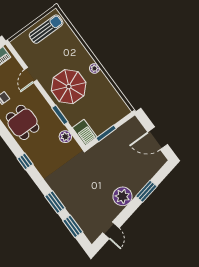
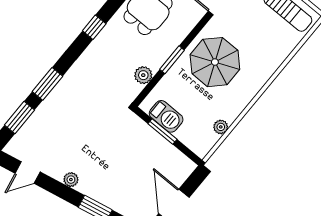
plant: (94, 68) -> (221, 127), moved
barbecue: (85, 132) -> (166, 116), moved, turned -90
plant: (122, 196) -> (71, 180), width x0.53, depth x0.53

